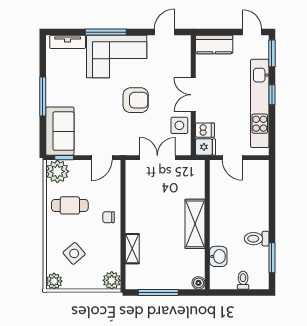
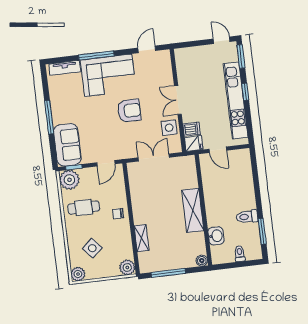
kitchen counter: (214, 44) -> (191, 55), removed

